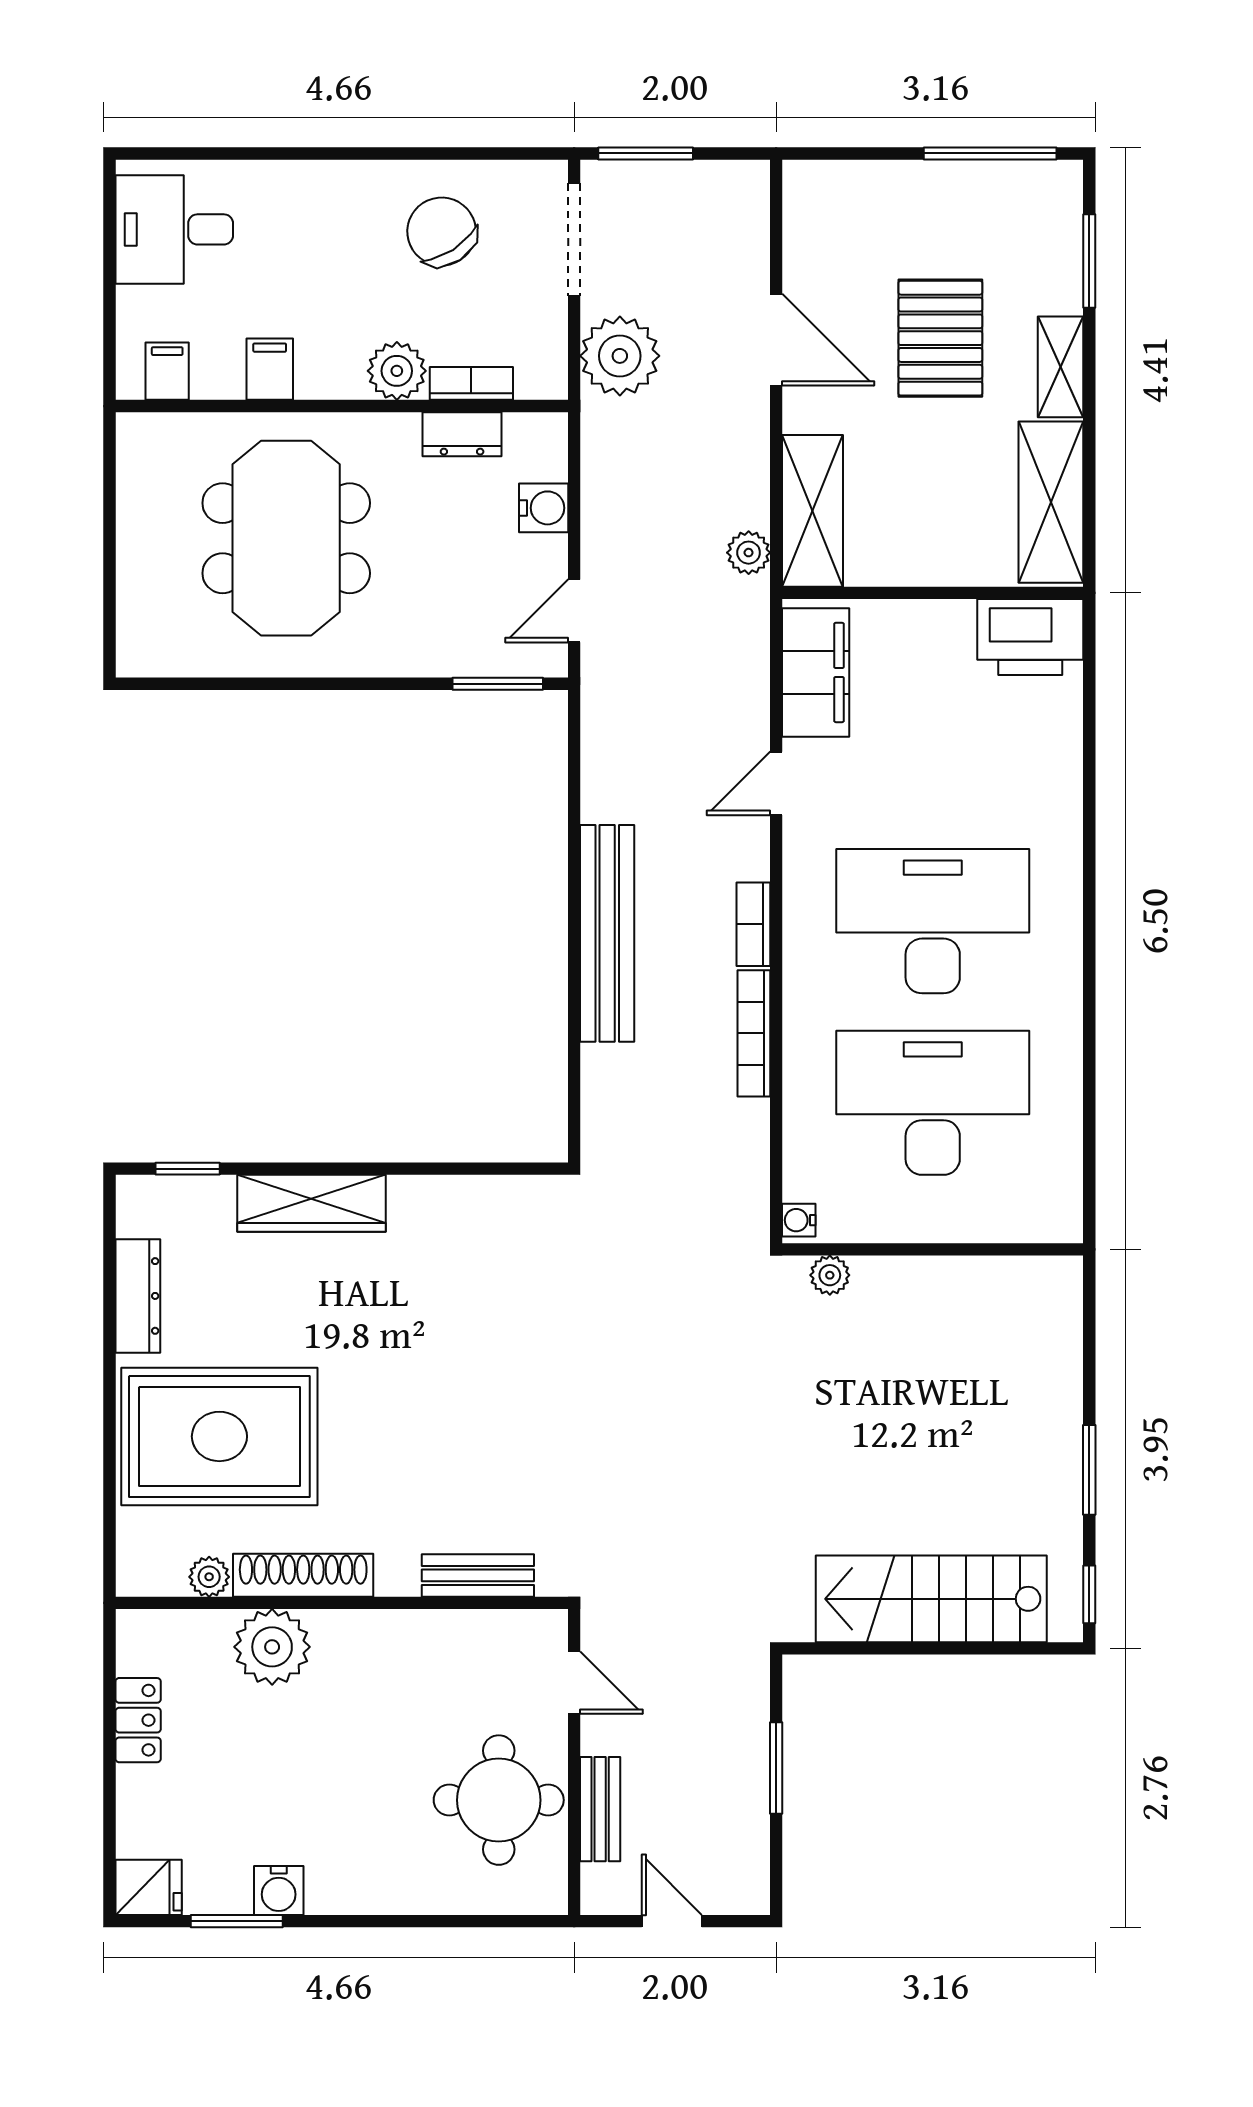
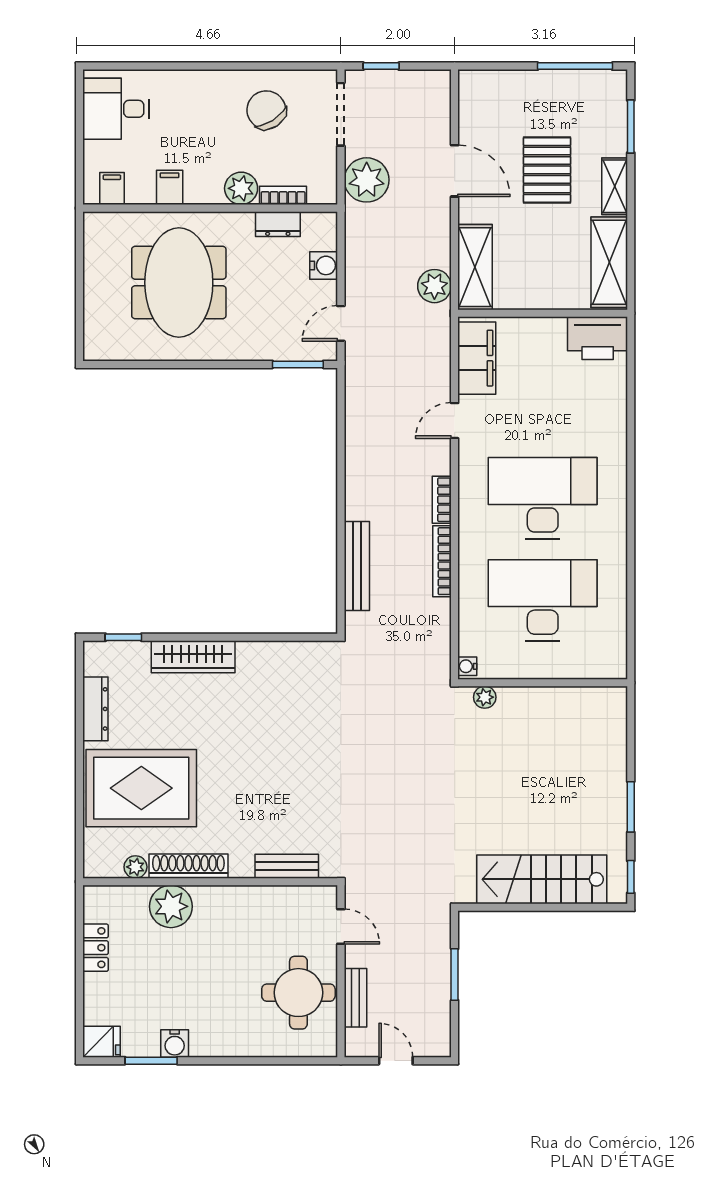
window: (646, 153) -> (381, 66), width x0.67
plant: (749, 553) -> (434, 286), width x1.38, depth x1.38
bench: (607, 933) -> (357, 566), moved, width x0.73, depth x0.82

